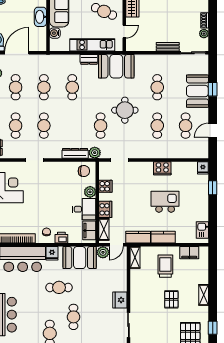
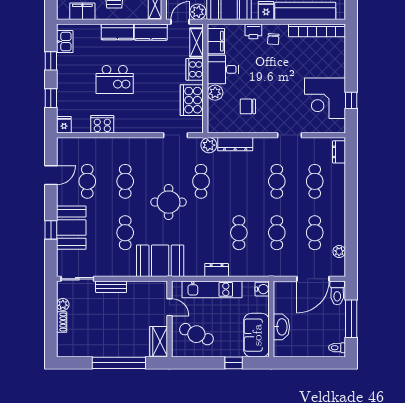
door: (124, 32) -> (169, 307), swing flipped
water cooler: (55, 33) -> (262, 289), moved
booth: (116, 66) -> (160, 261), moved
cooker: (162, 168) -> (102, 124), moved
chair: (84, 171) -> (248, 106), moved
cooker: (105, 186) -> (192, 100), width x1.87, depth x1.31
window: (213, 216) -> (51, 61), added

